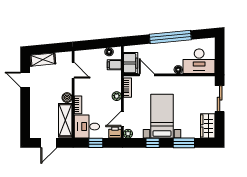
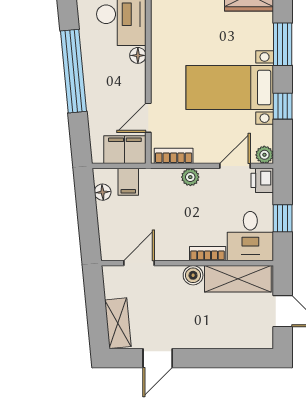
door: (122, 119) -> (235, 166), swing flipped

